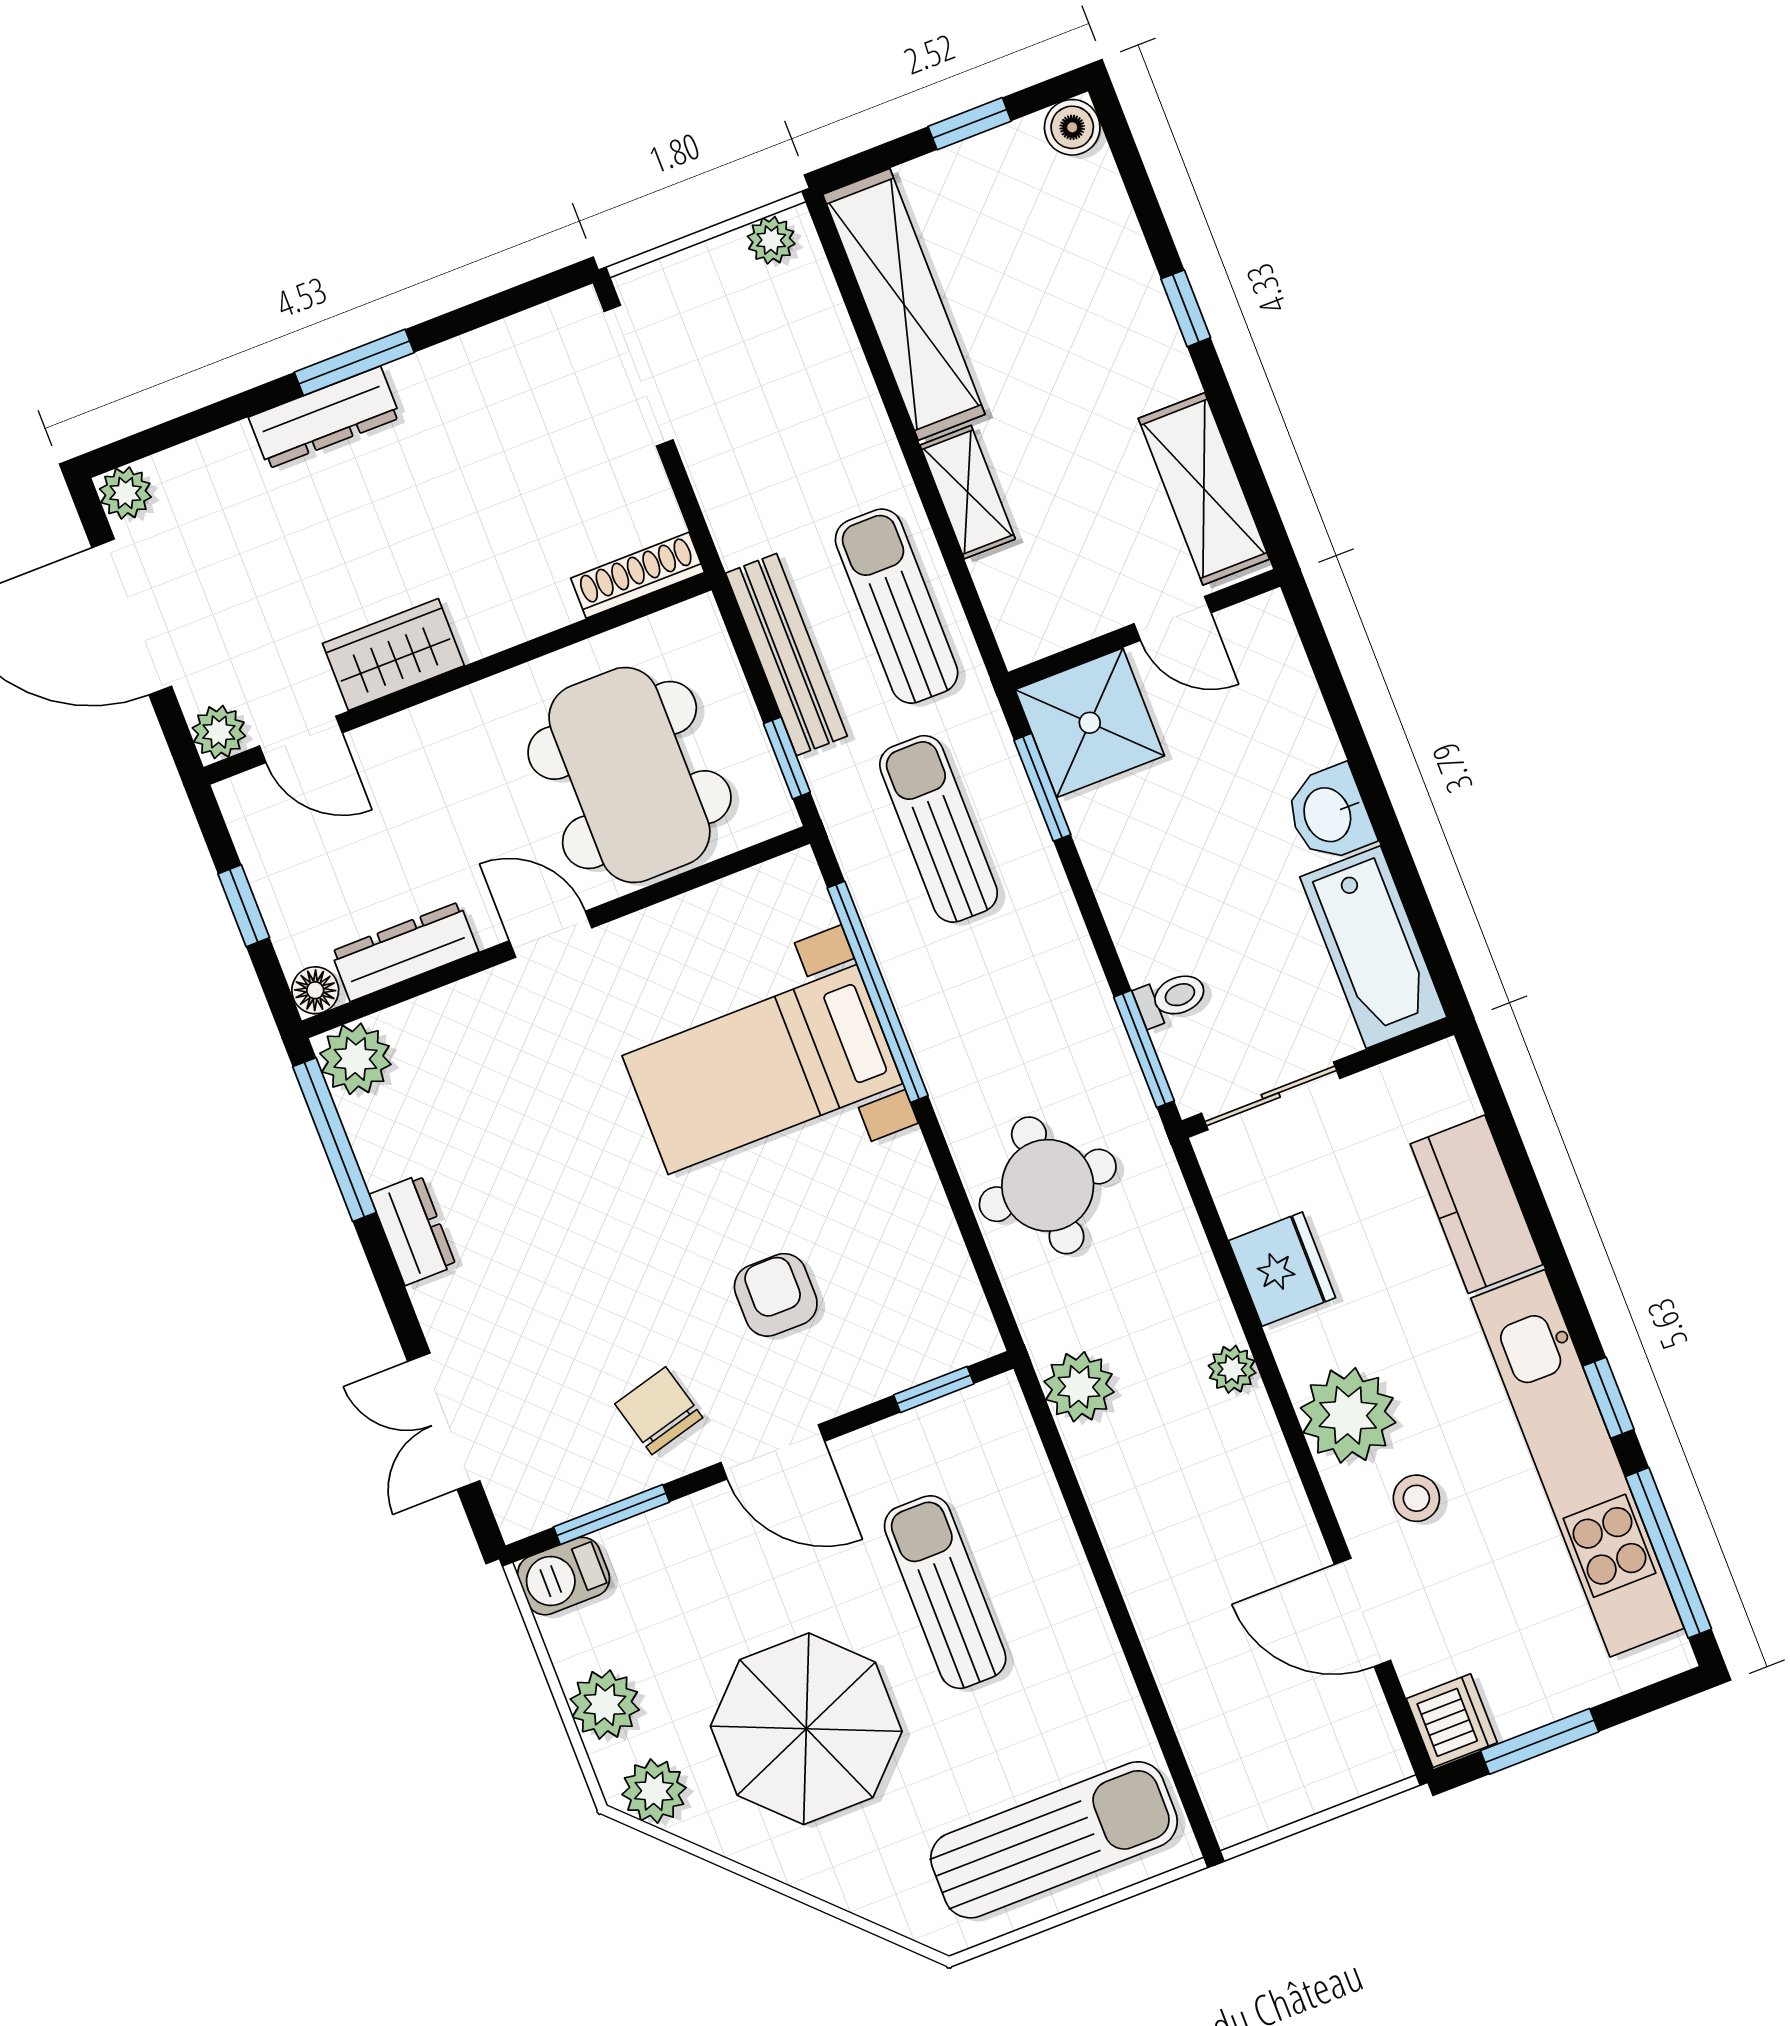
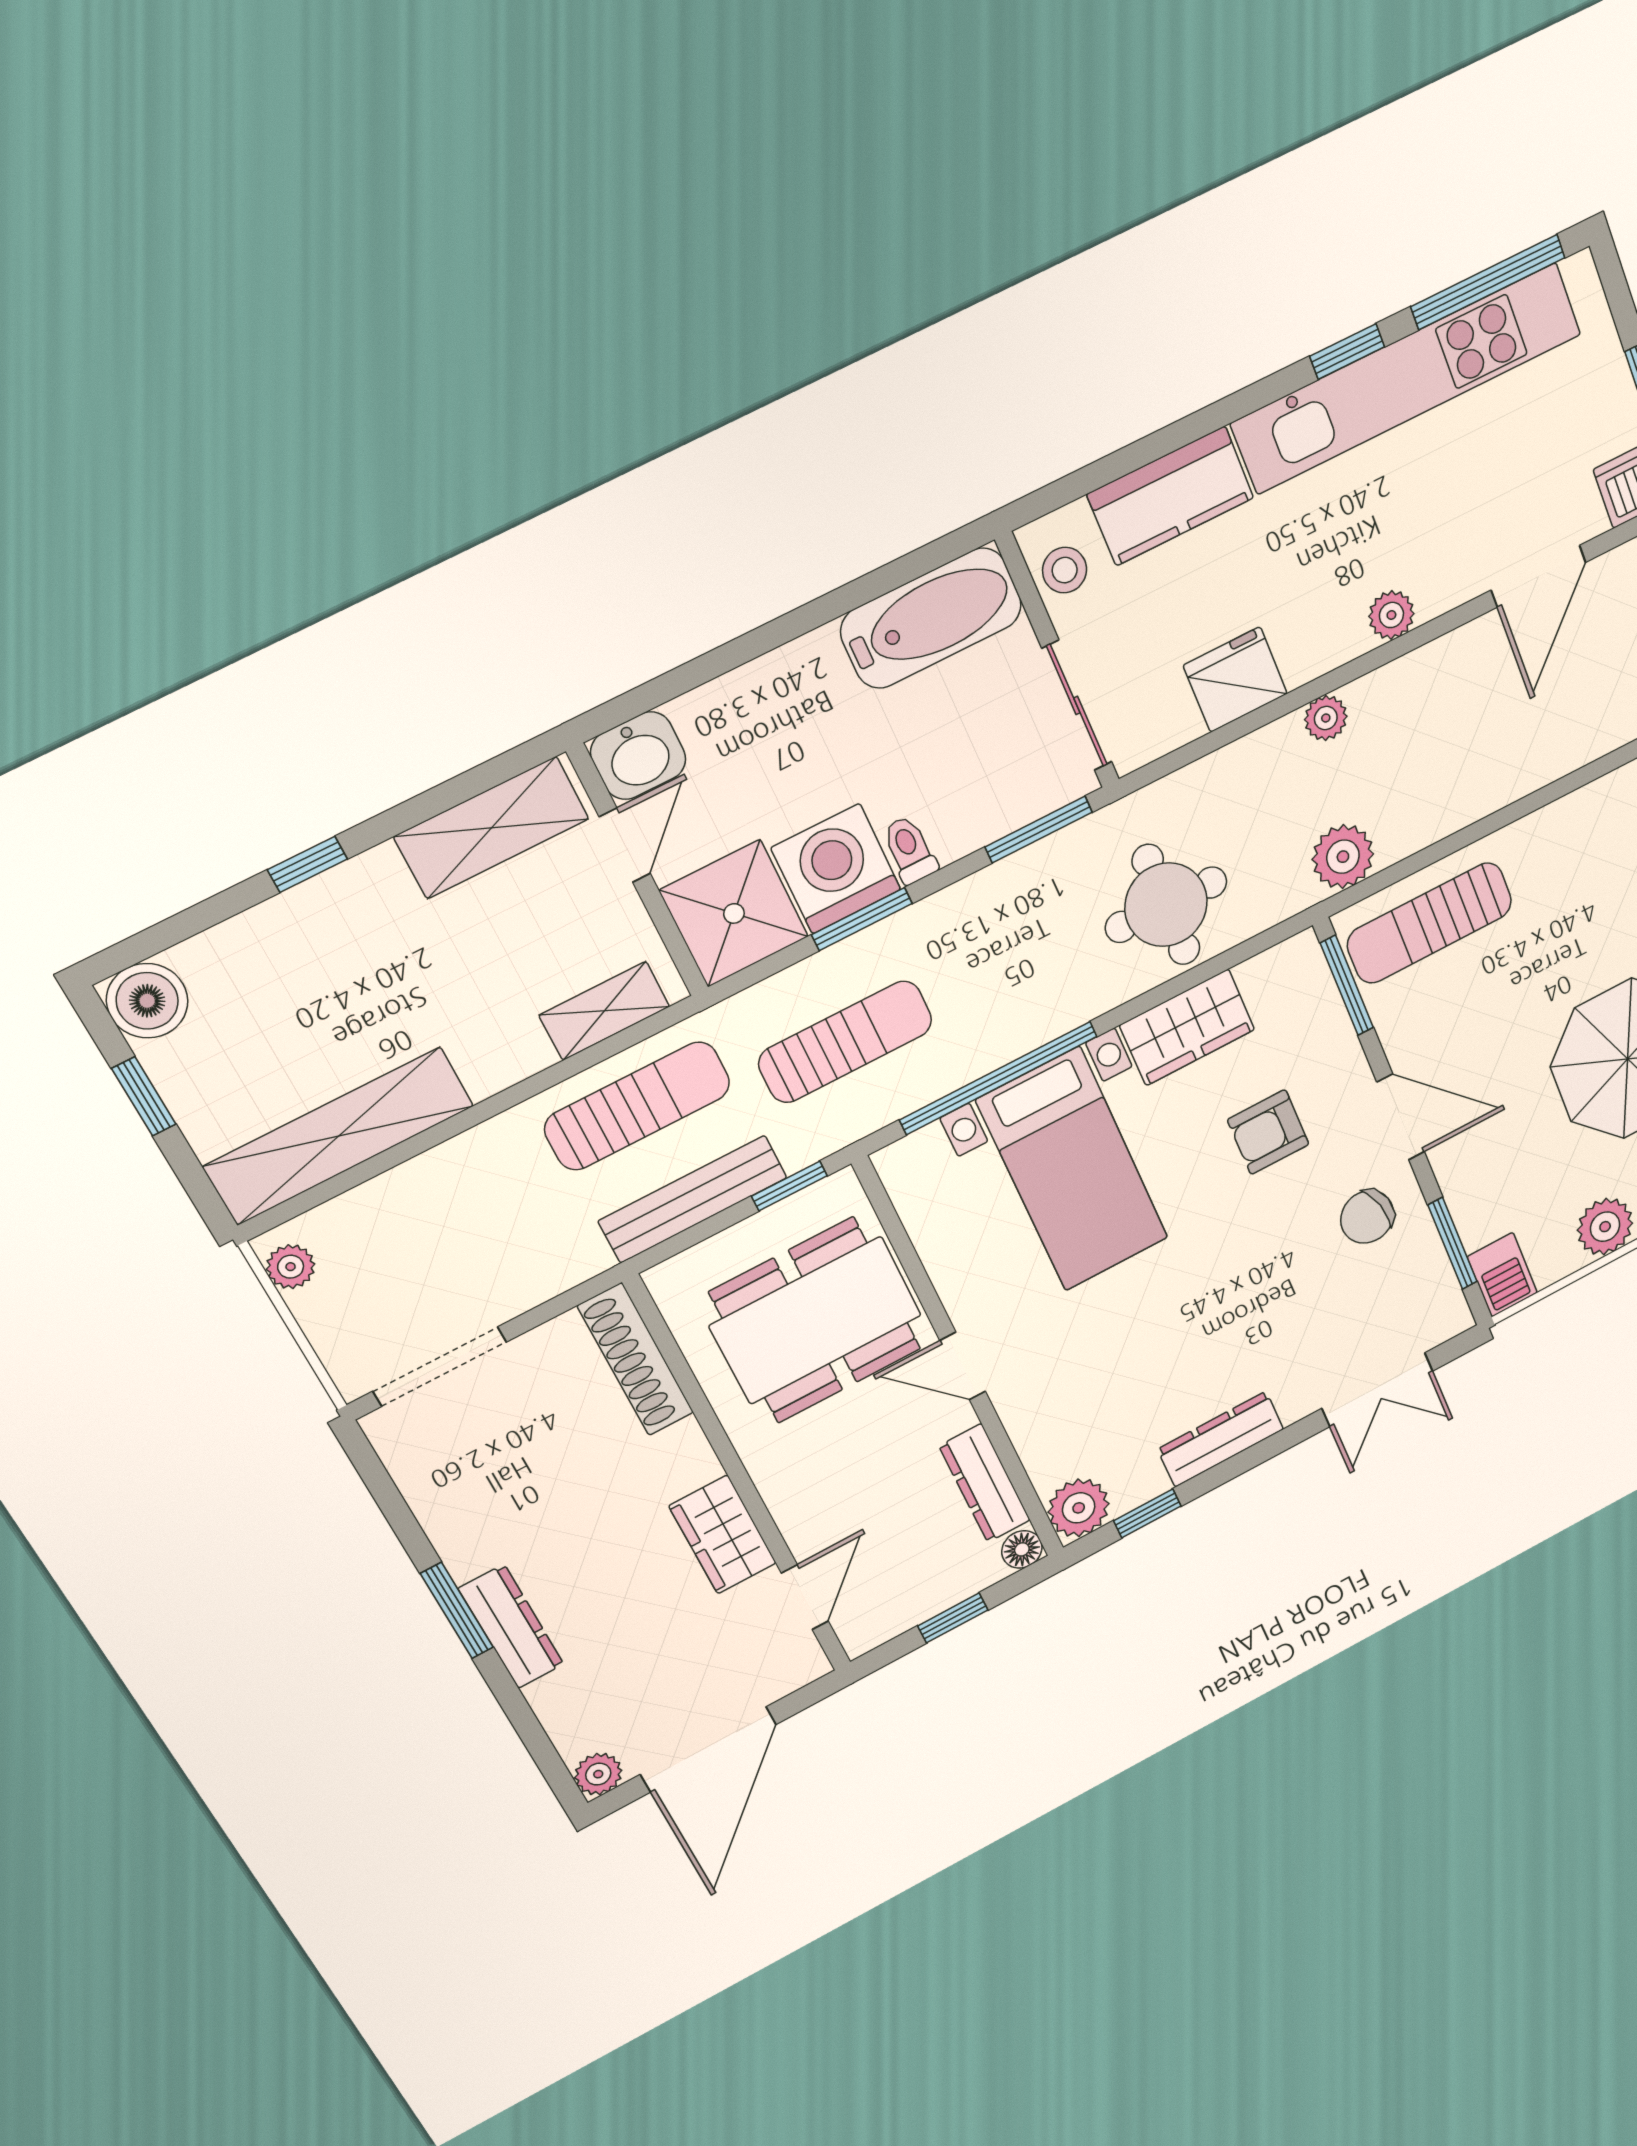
boiler: (1072, 127) -> (147, 1001), width x1.36, depth x1.36
shelving: (968, 492) -> (604, 1011), moved
shoe rack: (638, 575) -> (636, 1360), width x1.36, depth x1.24
sun lounger: (897, 606) -> (637, 1106), turned 180
plant: (219, 732) -> (804, 1663), removed
window: (1042, 787) -> (862, 919), moved
washbasin: (1329, 814) -> (638, 756), moved
sun lounger: (939, 829) -> (845, 1042), turned 180
washing machine: (1125, 832) -> (836, 869), added
door: (551, 934) -> (963, 1366), hinge flipped
toilet: (1171, 998) -> (910, 850), moved
window: (334, 1140) -> (1147, 1513), width x0.46
wardrobe: (908, 1205) -> (1187, 1027), added
dresser: (413, 1230) -> (1221, 1439), width x1.44
window: (934, 1389) -> (1347, 985), width x1.50
plant: (1348, 1415) -> (1391, 615), width x0.53, depth x0.53
door: (773, 1452) -> (1401, 1117), hinge flipped
stool: (1416, 1498) -> (1065, 570), moved
sun lounger: (945, 1592) -> (1430, 923), moved

